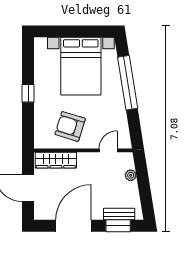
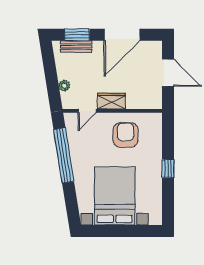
window: (128, 83) -> (64, 155), moved
armchair: (70, 126) -> (125, 135), turned -107
wardrobe: (56, 160) -> (111, 101), moved, width x0.67

